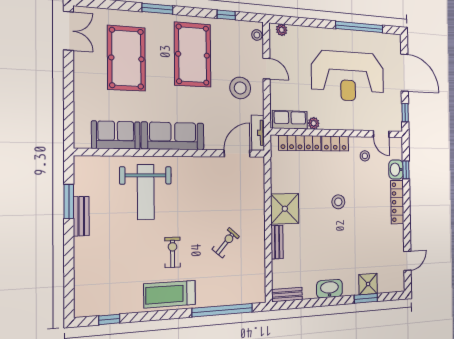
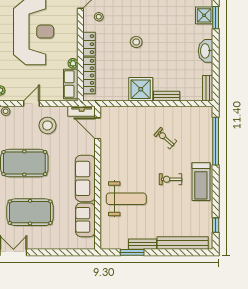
bench: (83, 274) -> (183, 243), added

